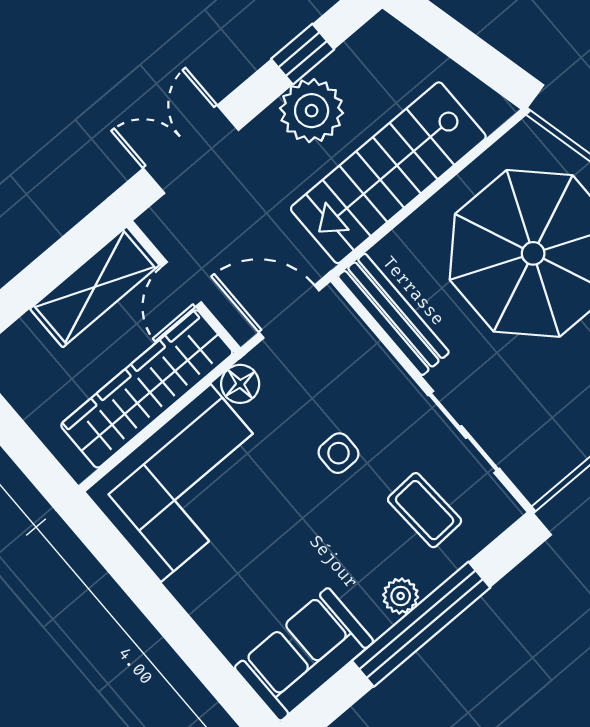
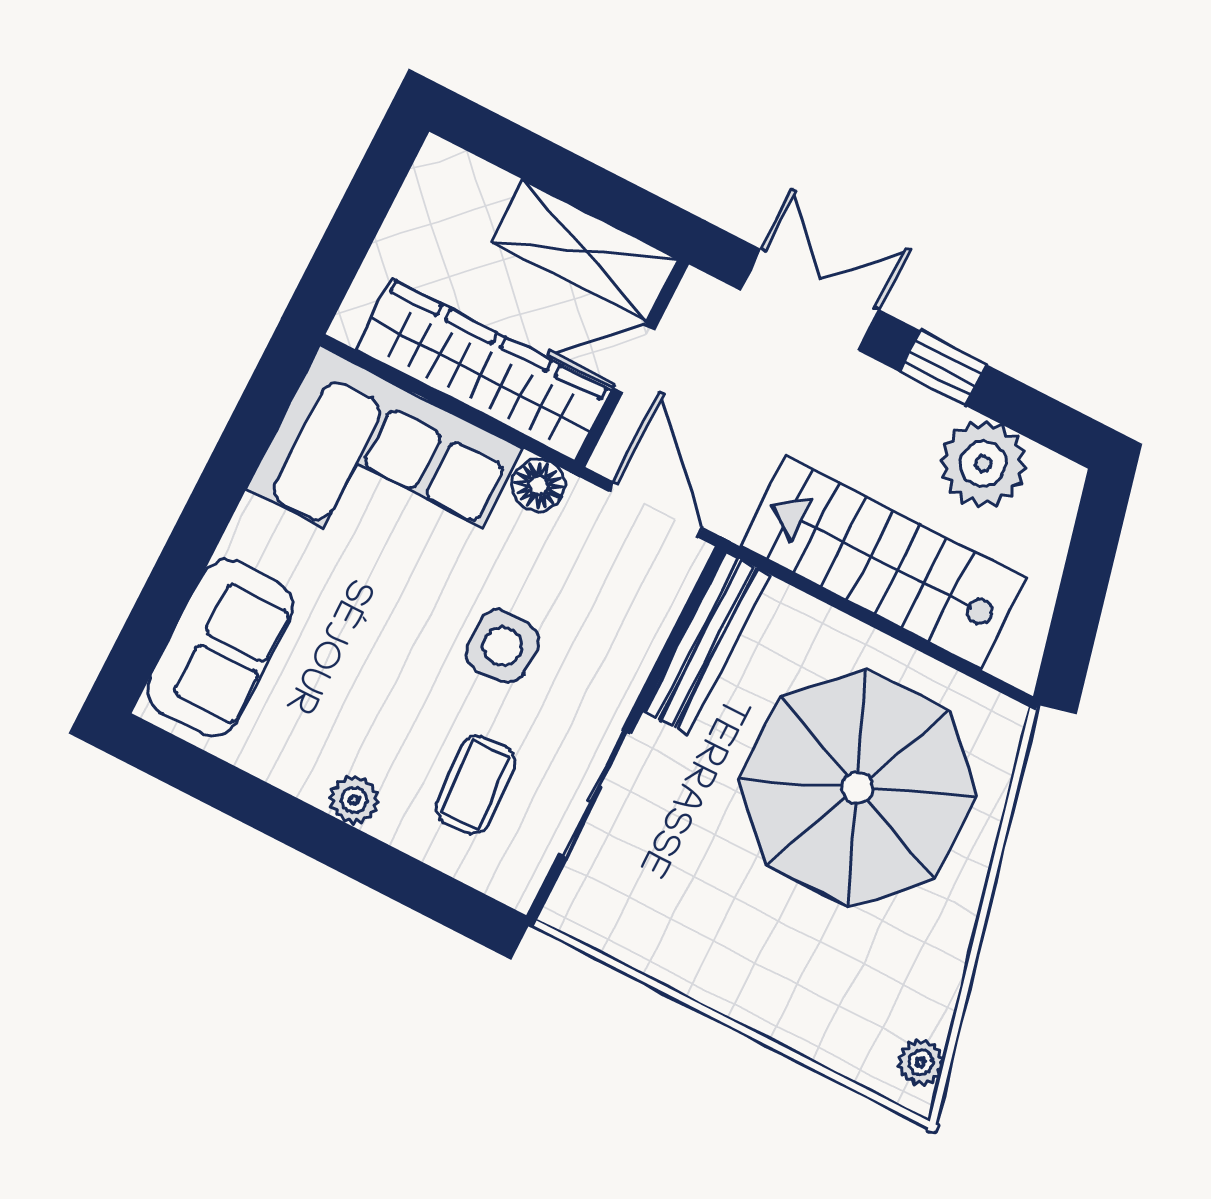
window: (303, 54) -> (943, 368), moved
plant: (312, 111) -> (983, 464), moved
side table: (339, 453) -> (502, 646), width x1.37, depth x1.37
window: (421, 624) -> (329, 841), removed
sofa: (304, 654) -> (220, 648), moved, turned 90

